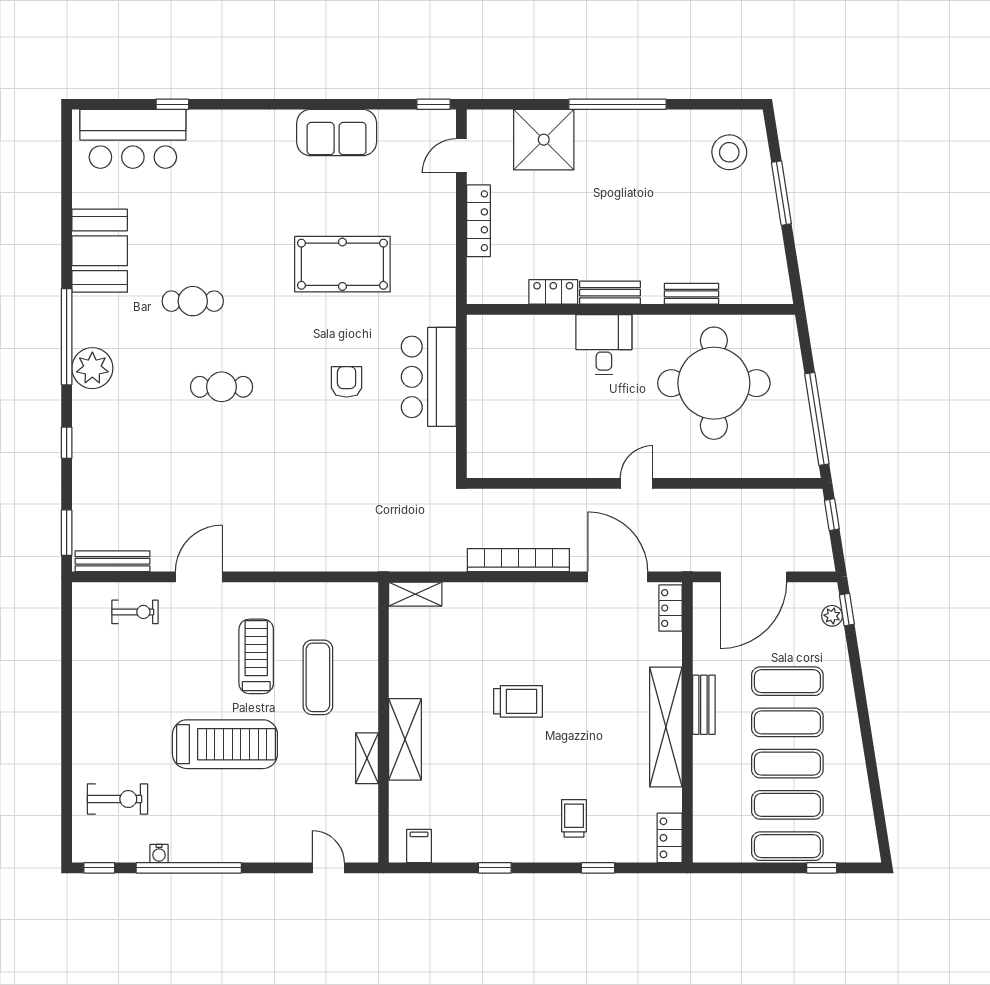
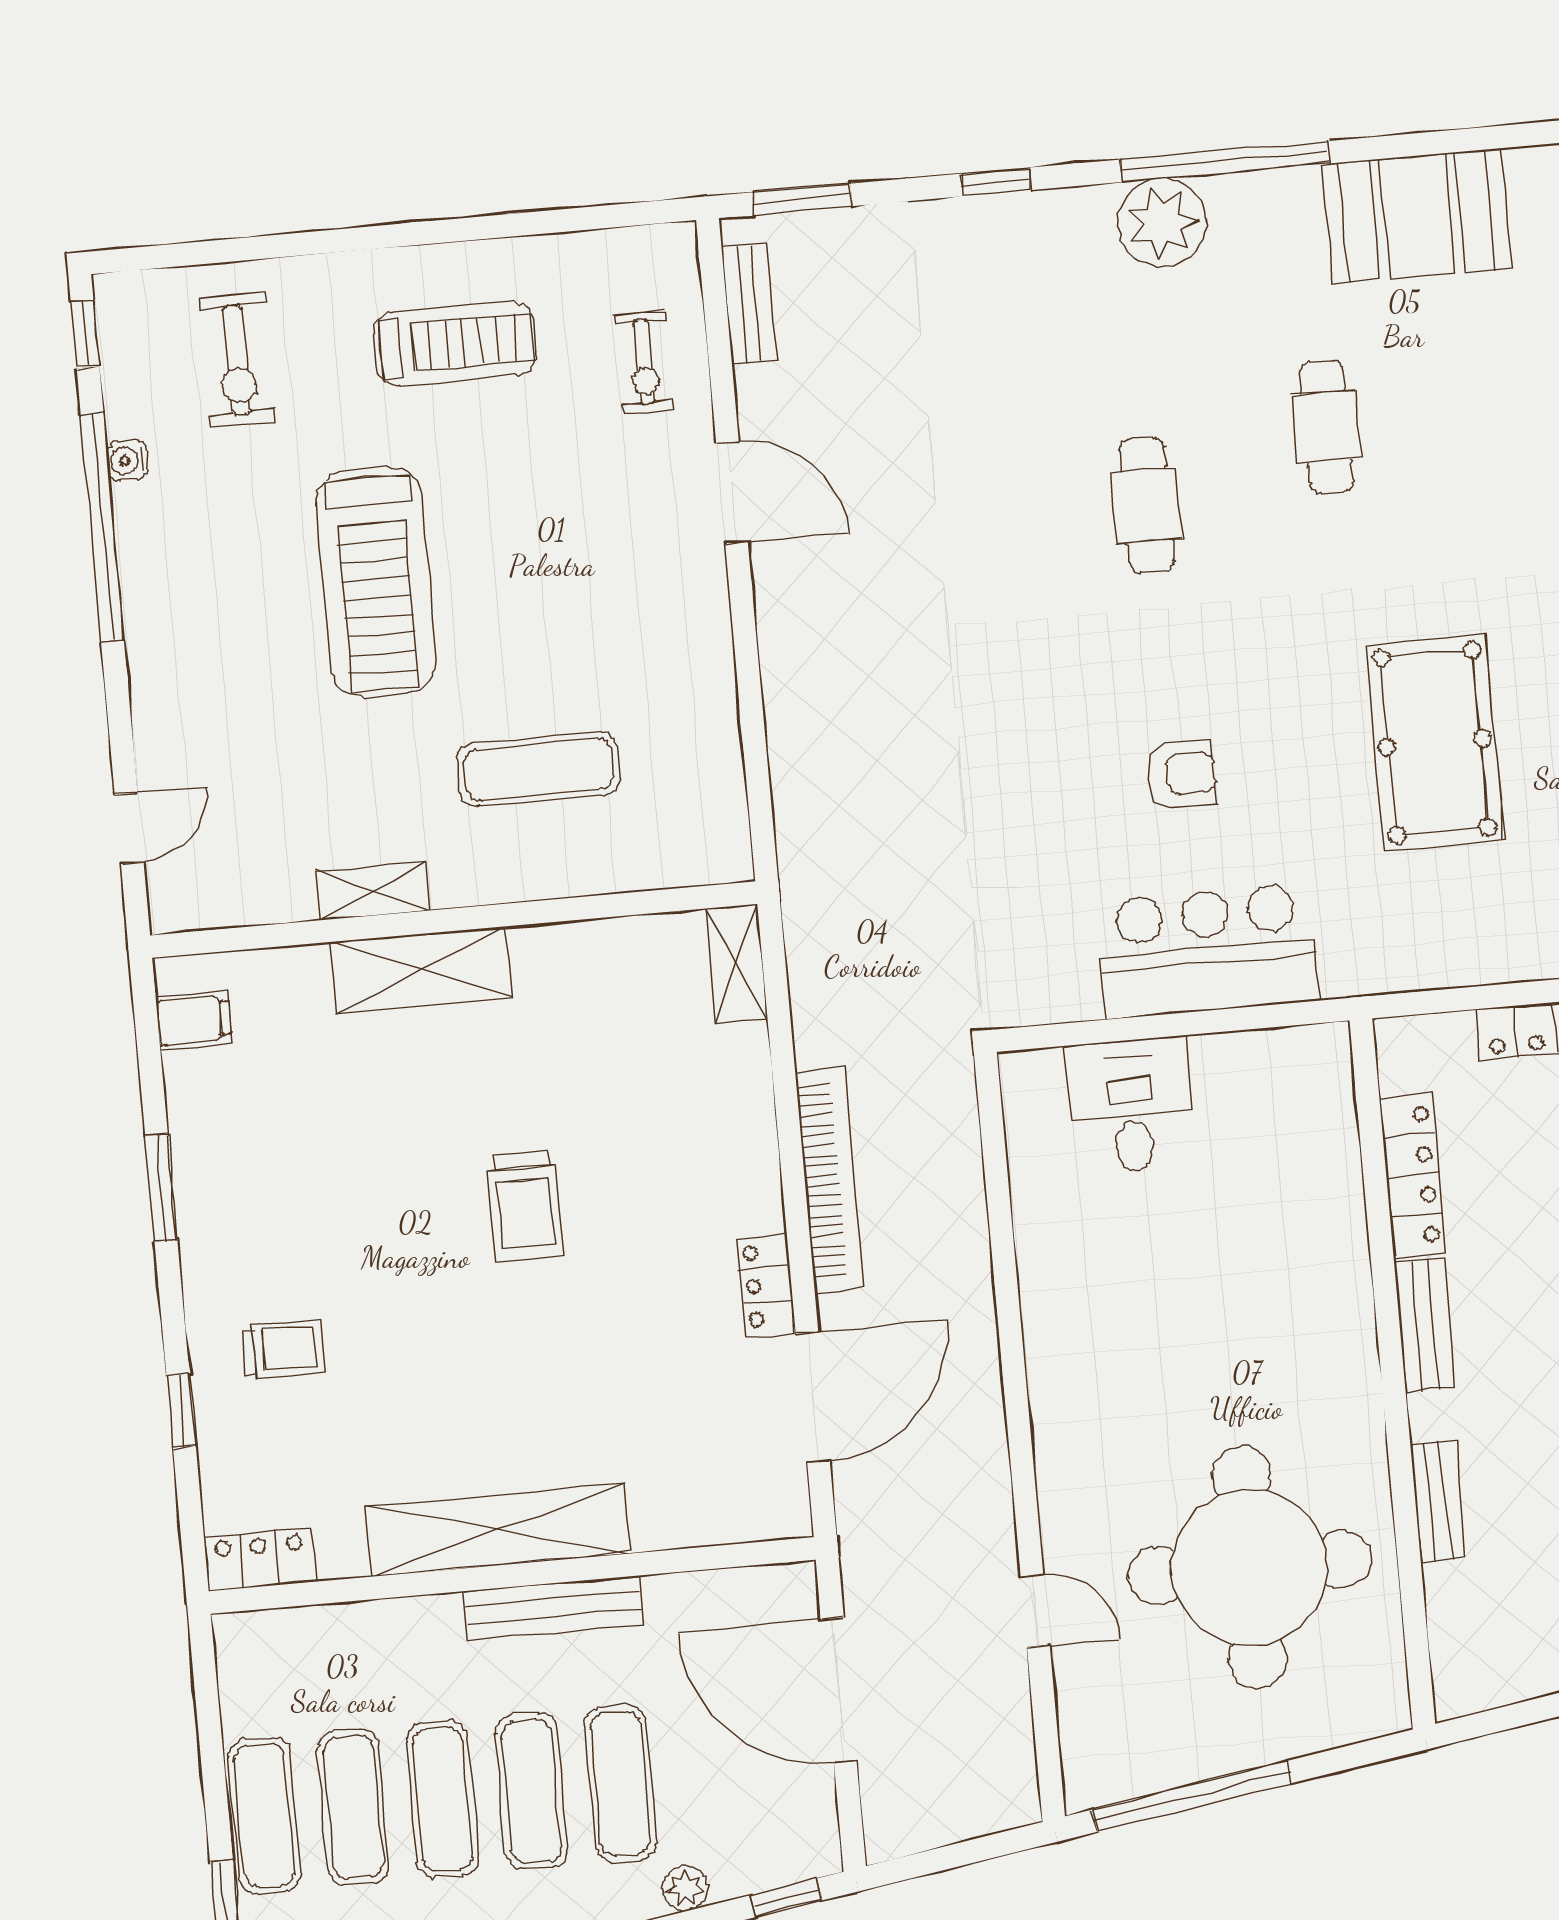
locker: (553, 292) -> (1413, 1175), width x1.53
desk: (604, 345) -> (1131, 1106), moved, turned -90
door: (637, 483) -> (1035, 1611), moved
window: (832, 515) -> (988, 1847), removed
bench: (112, 561) -> (749, 304), width x0.73
locker: (671, 608) -> (766, 1285), moved, turned -90
plant: (832, 616) -> (686, 1888), moved
treadmill: (256, 656) -> (455, 344), moved
bench: (704, 705) -> (553, 1608), width x1.36
window: (495, 868) -> (161, 1188), width x1.50

